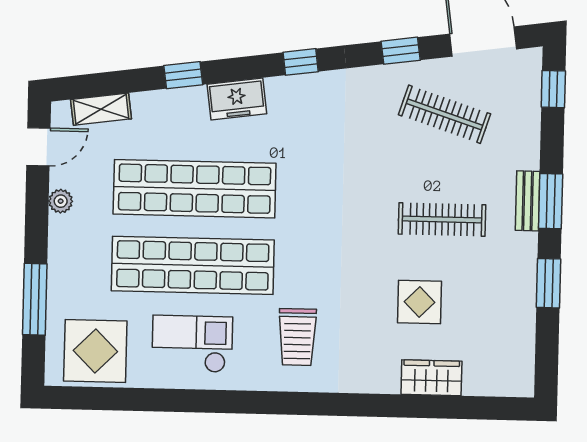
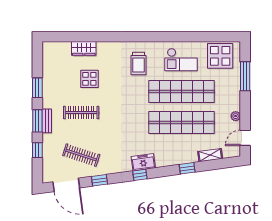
window: (553, 89) -> (37, 150), moved
freezer: (237, 99) -> (143, 162), moved
shelving: (101, 109) -> (210, 155), moved
trolley: (297, 337) -> (138, 63), turned 180

